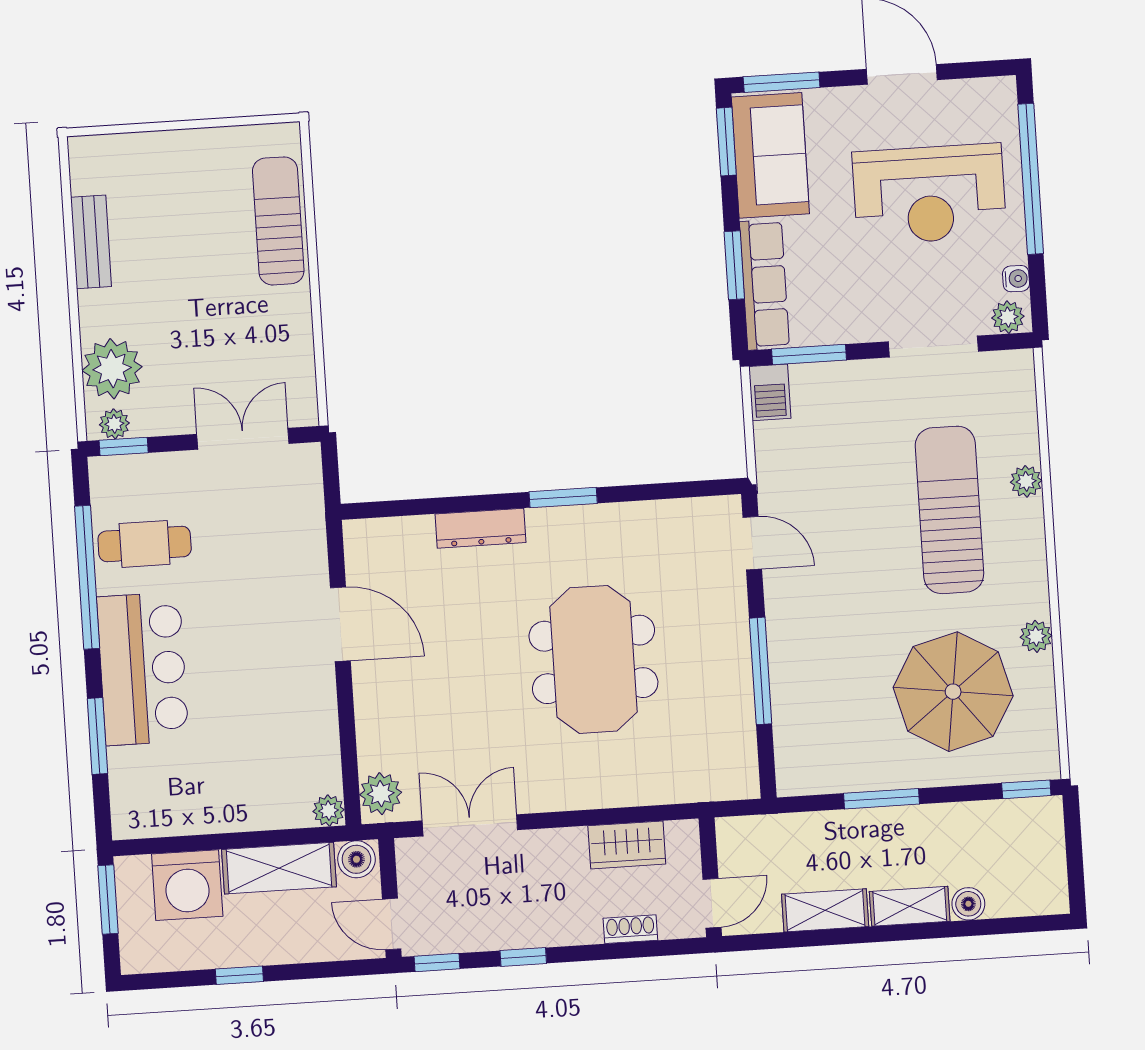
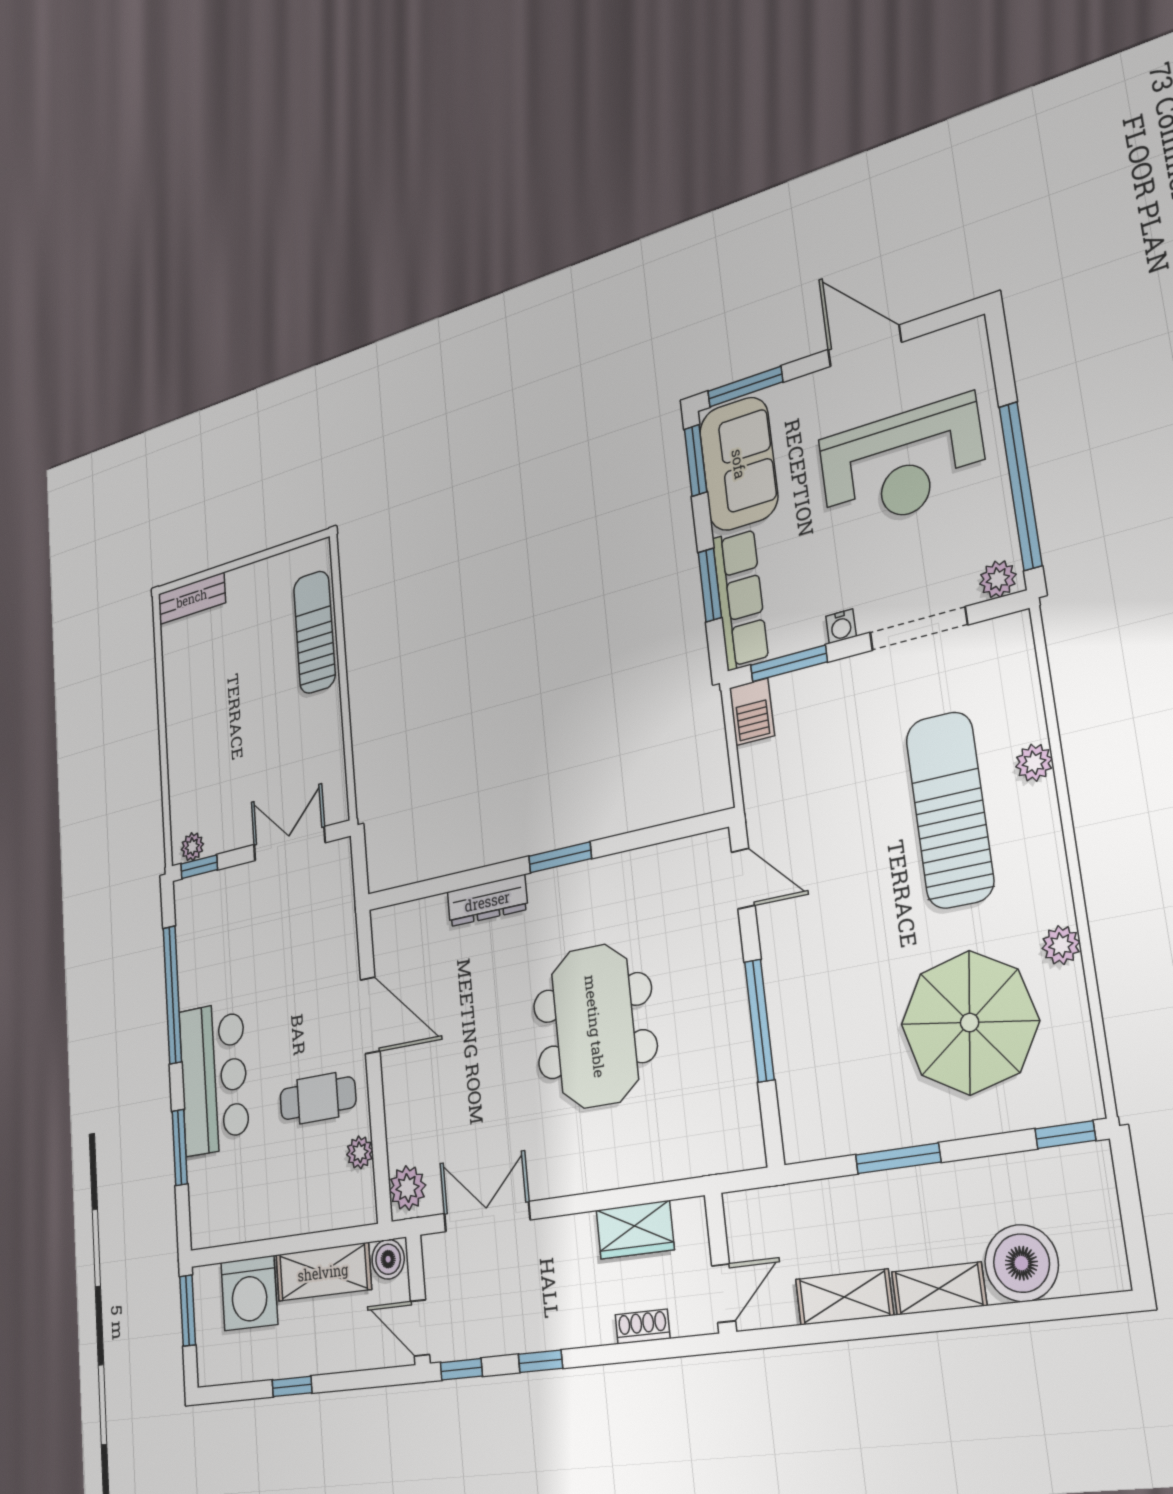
window: (1031, 179) -> (1021, 486), moved
bench: (91, 242) -> (192, 598), moved, turned 90
water cooler: (1016, 279) -> (841, 626), moved, turned 90
plant: (112, 369) -> (191, 796), removed
cafe table: (145, 544) -> (318, 1098), moved
plant: (329, 811) -> (360, 1152), moved
boiler: (968, 904) -> (1021, 1263), width x1.86, depth x1.86

